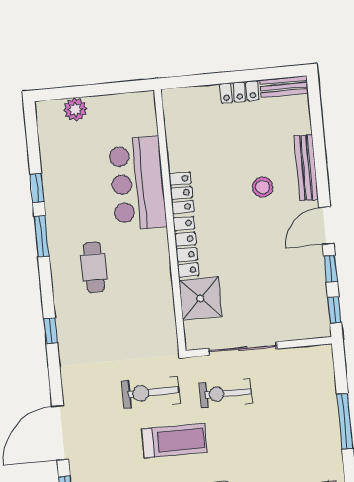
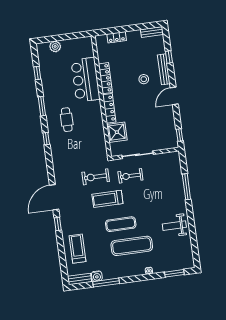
locker: (239, 92) -> (117, 37), moved
window: (37, 188) -> (37, 73), moved
locker: (181, 193) -> (105, 78), width x1.53
window: (331, 269) -> (169, 57), moved
window: (51, 331) -> (46, 139), moved
treadmill: (174, 441) -> (107, 199), turned 180

